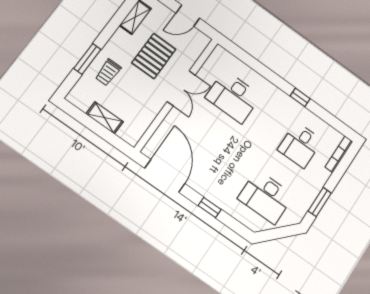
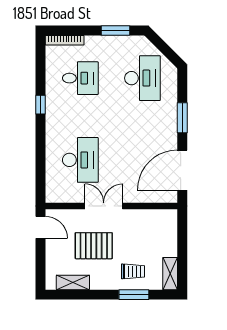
door: (188, 16) -> (41, 227), moved
shelving: (105, 118) -> (170, 274), moved
window: (210, 207) -> (182, 118), width x1.50

